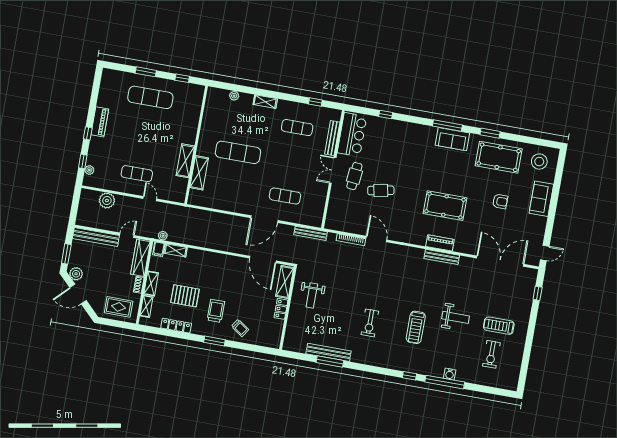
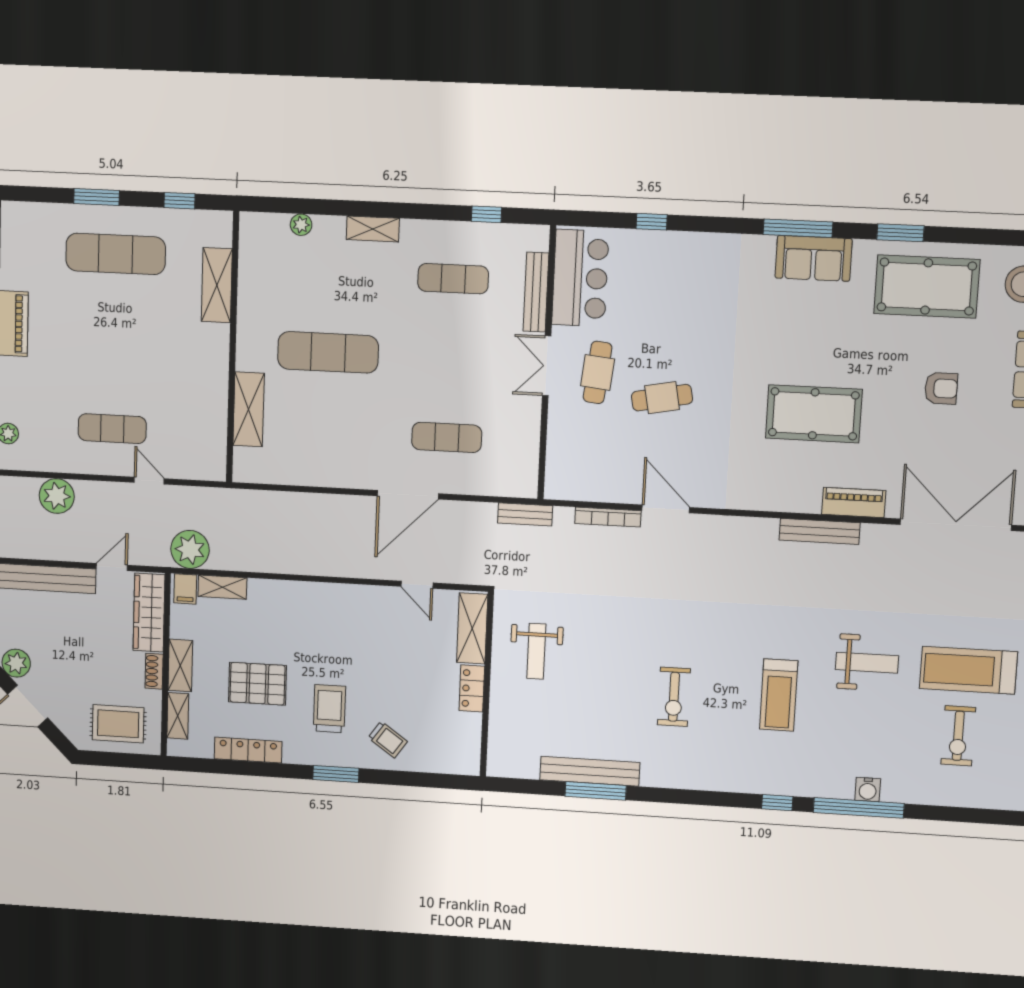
shelving: (185, 161) -> (217, 285), moved
bench: (311, 233) -> (525, 514), width x0.73
plant: (163, 236) -> (190, 549), width x1.87, depth x1.87
piano: (440, 243) -> (854, 502), moved
door: (263, 260) -> (417, 585), width x0.53
treadmill: (499, 326) -> (968, 670), width x1.37, depth x1.38

